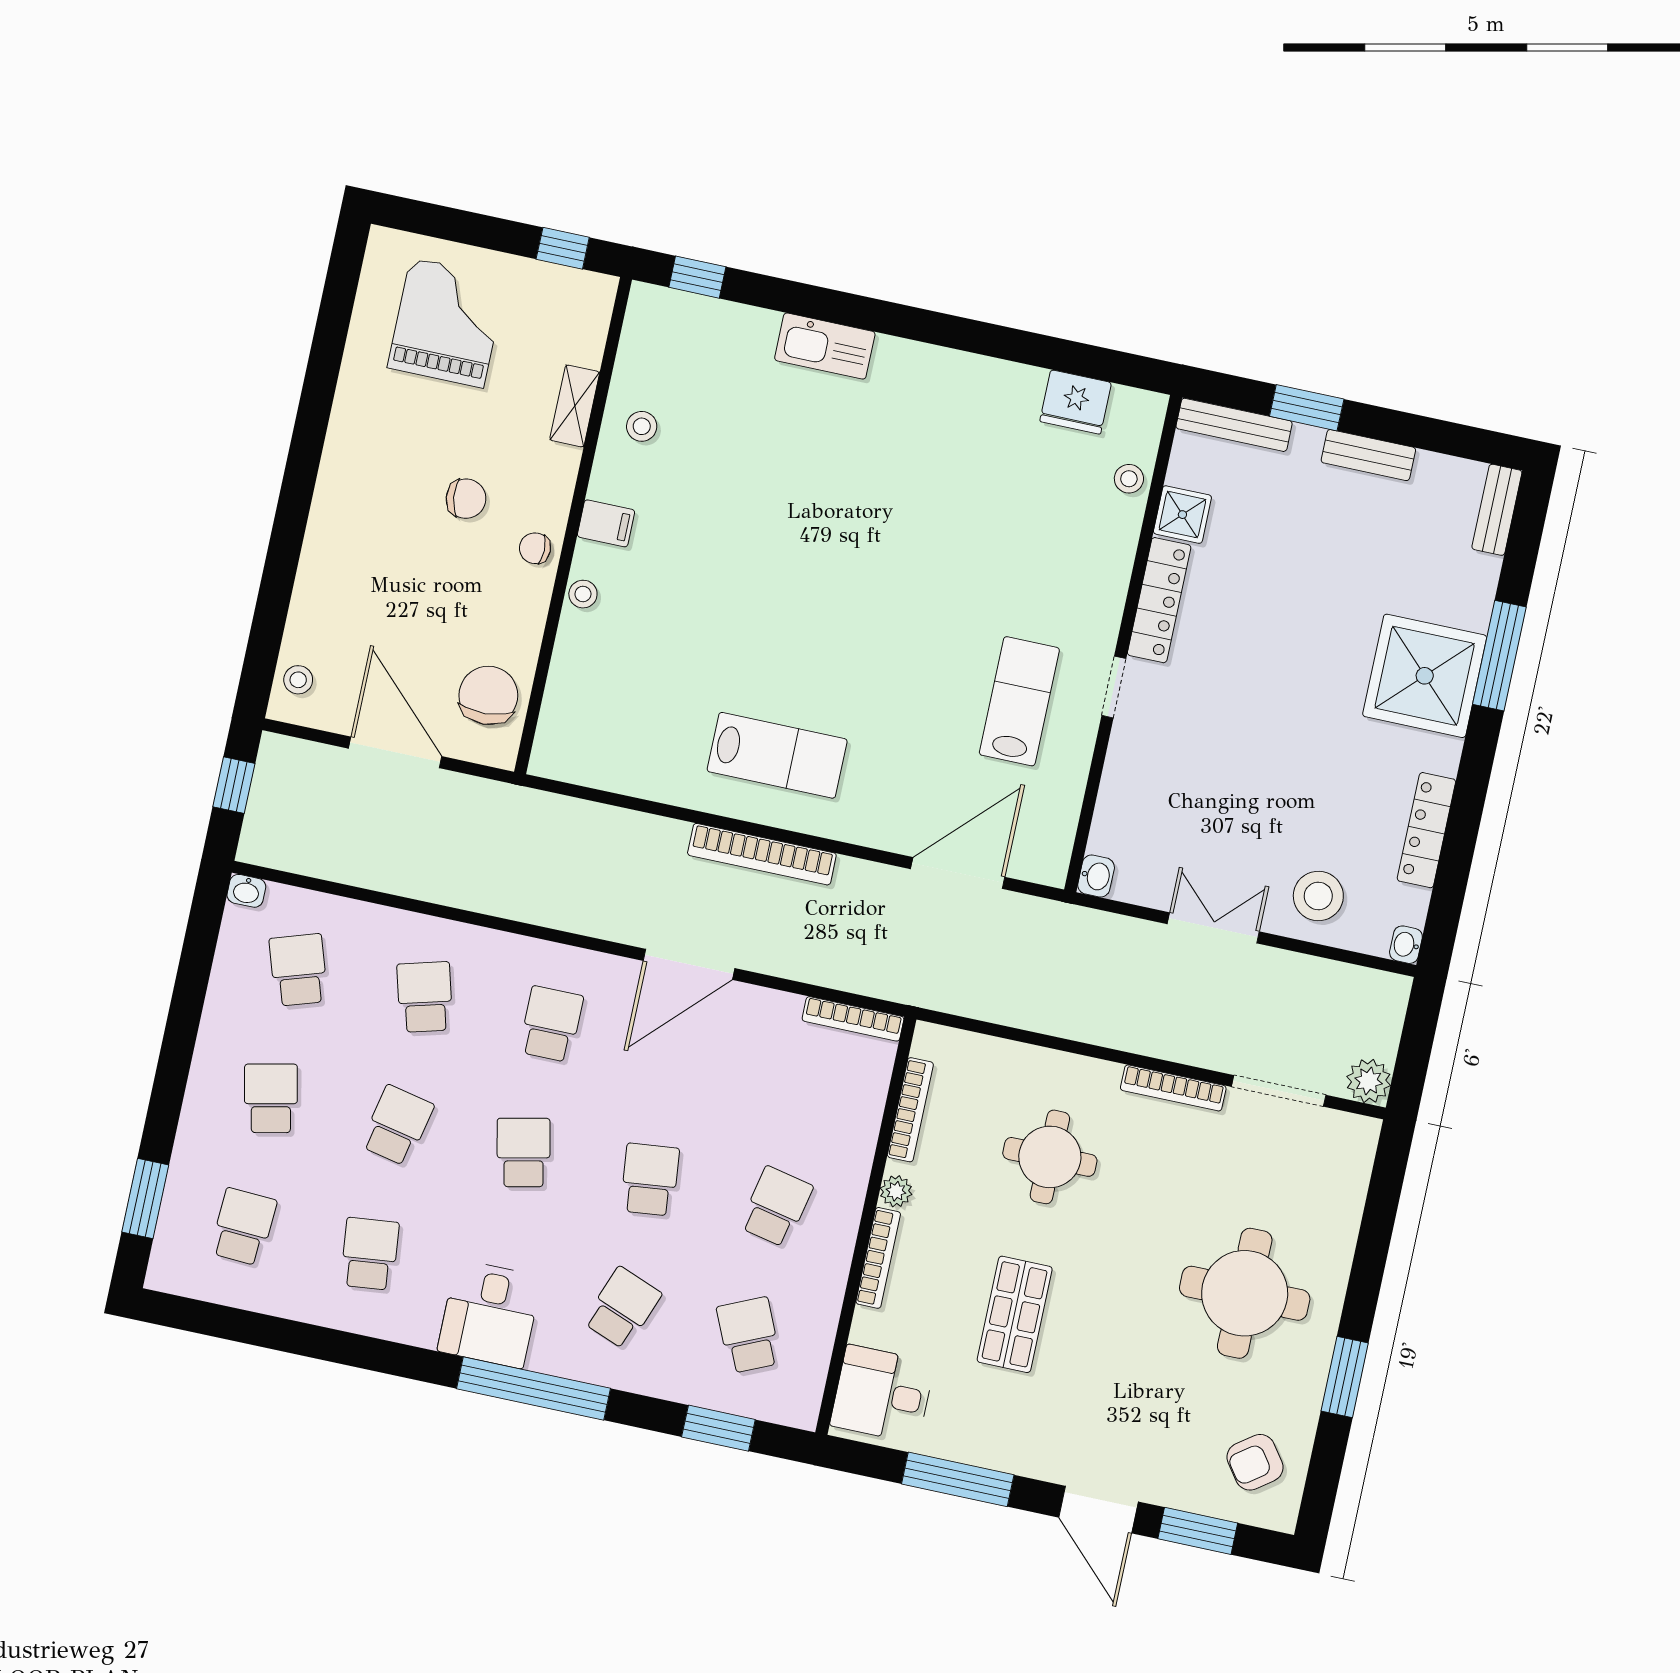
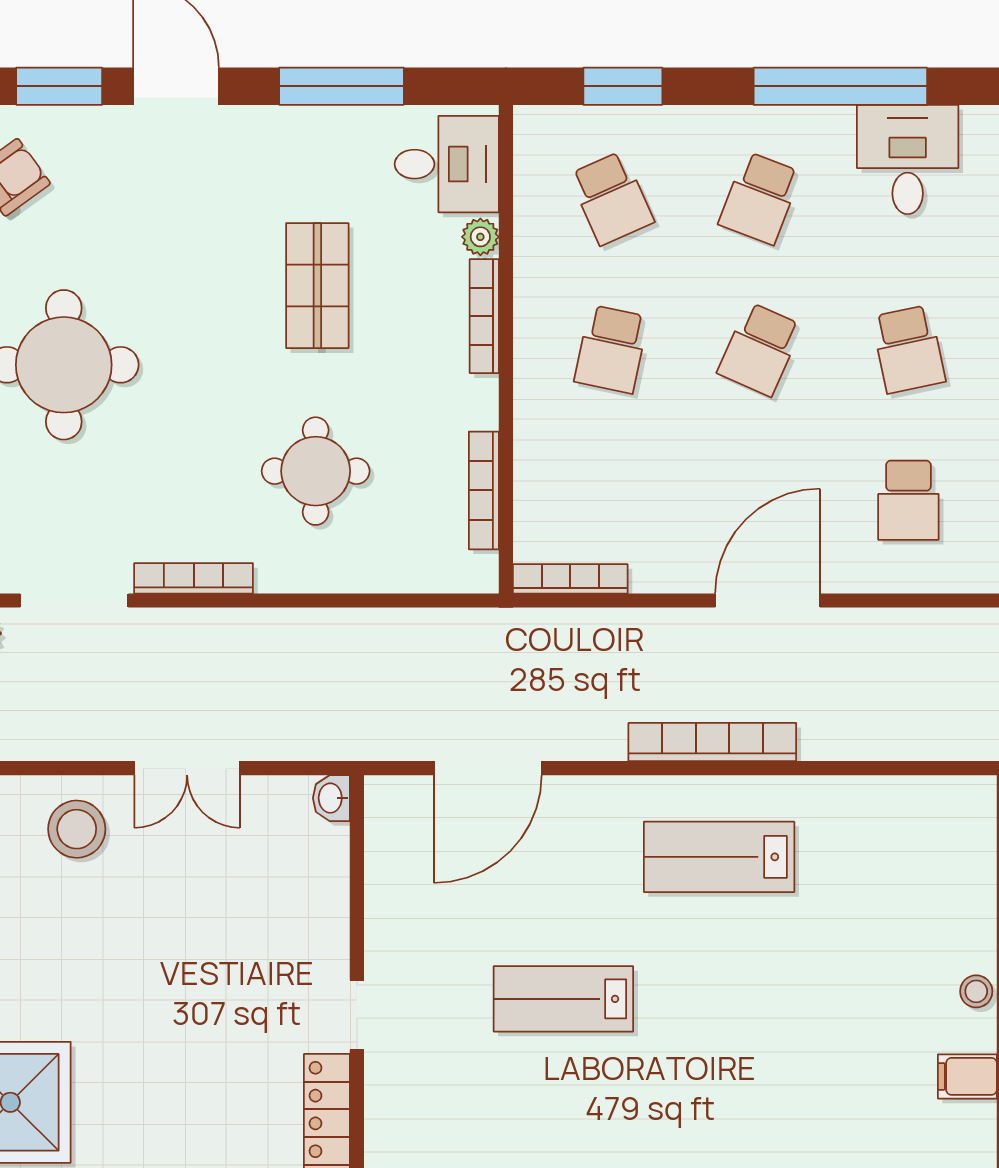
lab bench: (1019, 701) -> (563, 999), moved, turned 90
school desk: (650, 1180) -> (760, 349), turned 30
plant: (896, 1191) -> (480, 237), moved

